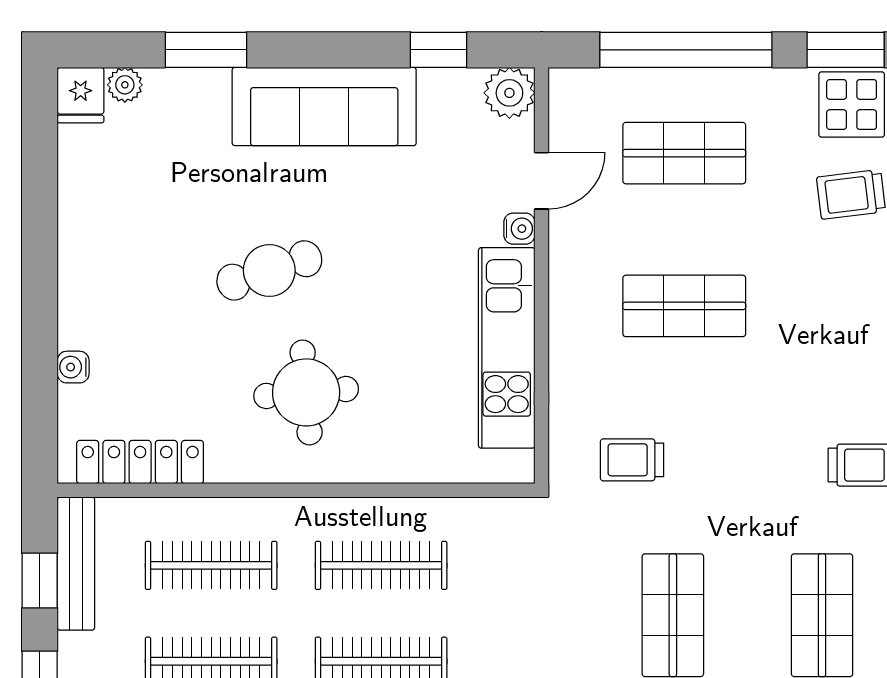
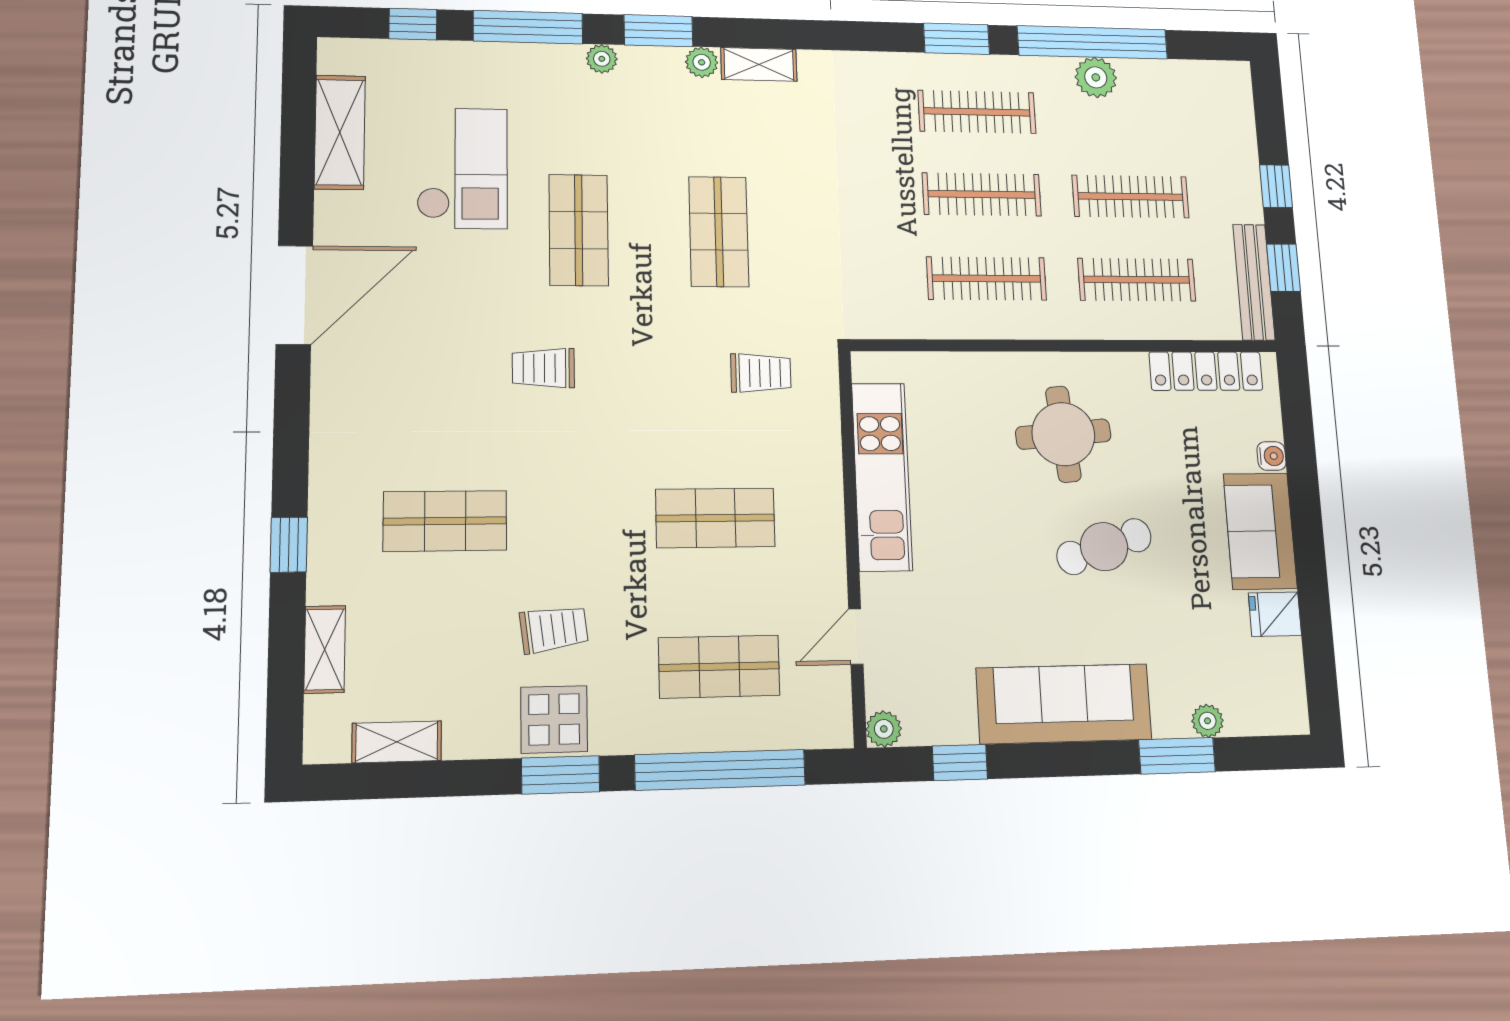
plant: (125, 85) -> (1207, 721), moved
plant: (509, 93) -> (884, 729), width x0.73, depth x0.73
fridge: (81, 95) -> (1275, 614), moved, turned -90
water cooler: (519, 229) -> (875, 590), removed
sofa: (94, 285) -> (1260, 531), added

